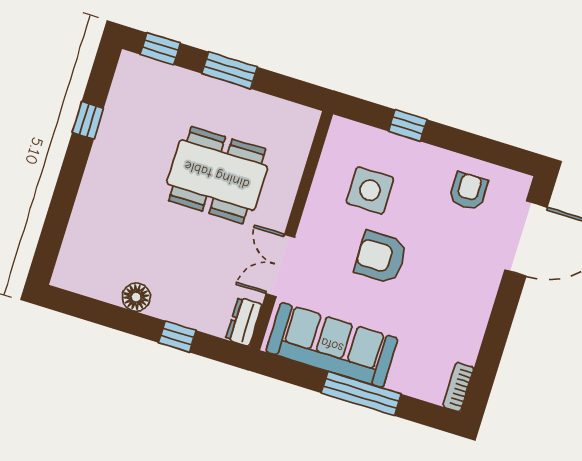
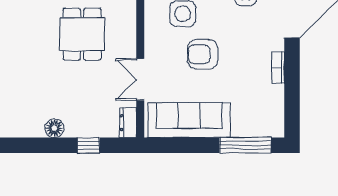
dining table: (217, 175) -> (82, 34), width x0.73
bookcase: (458, 387) -> (278, 68), moved
window: (361, 393) -> (245, 145), moved

